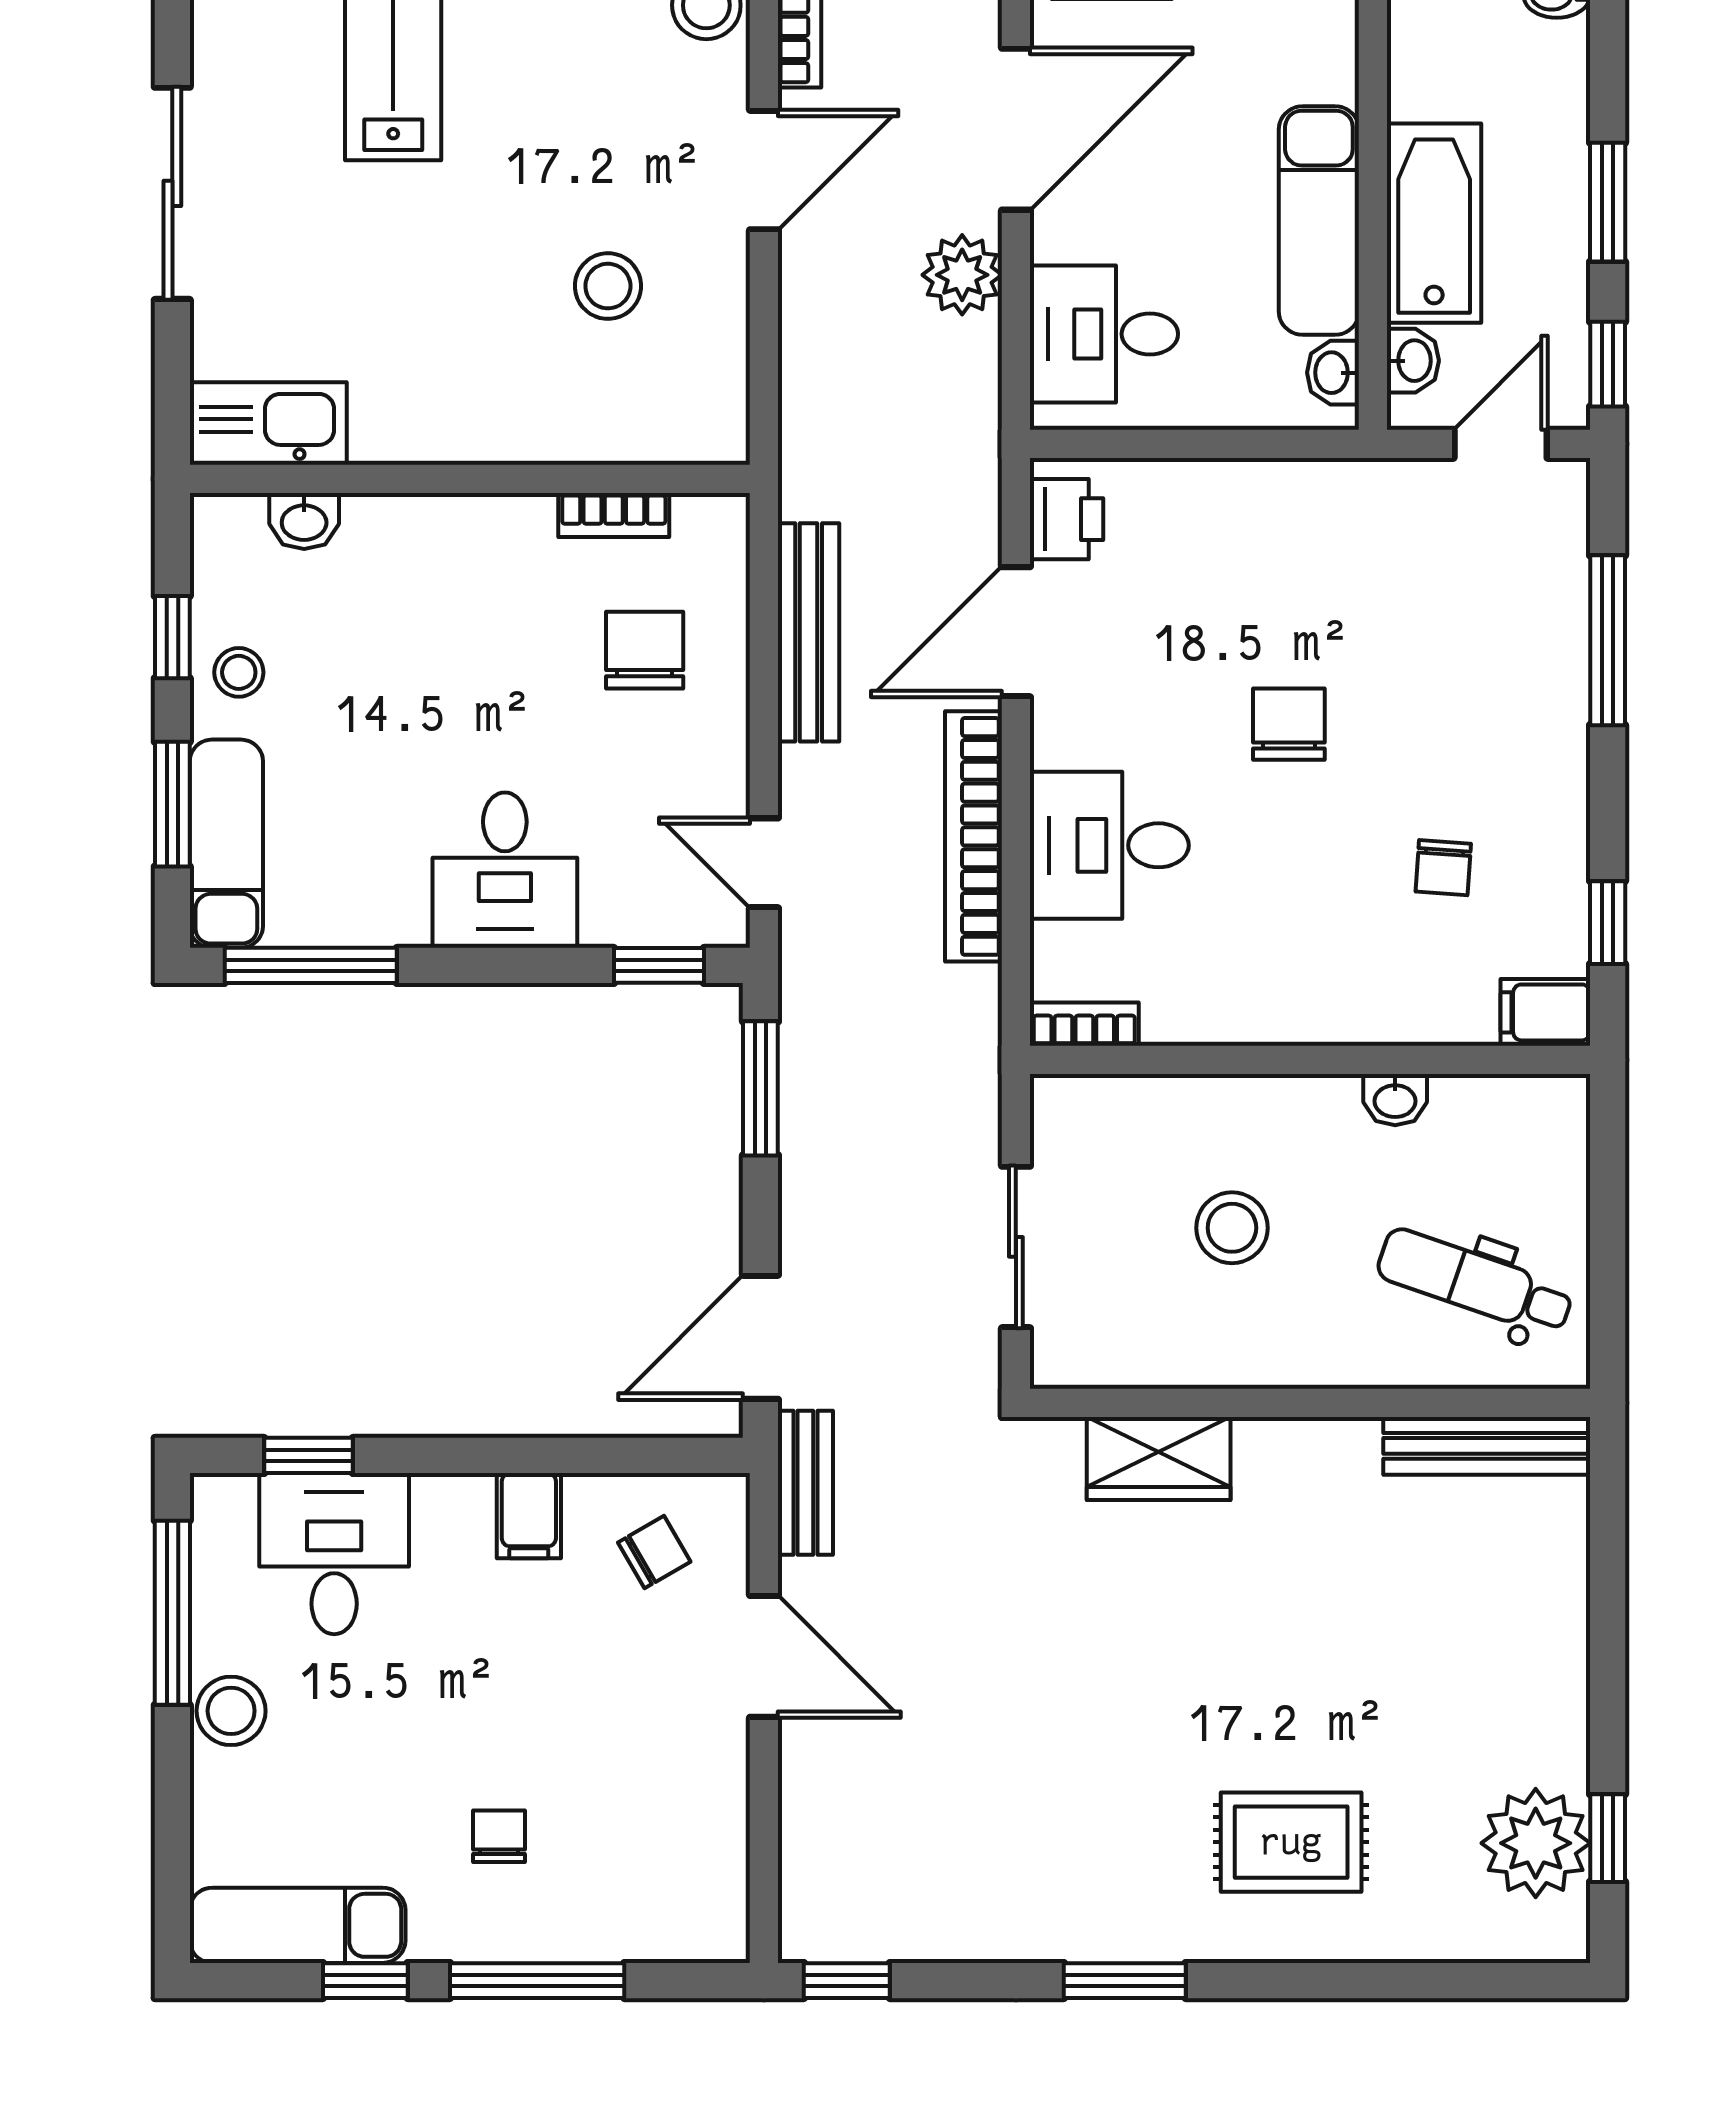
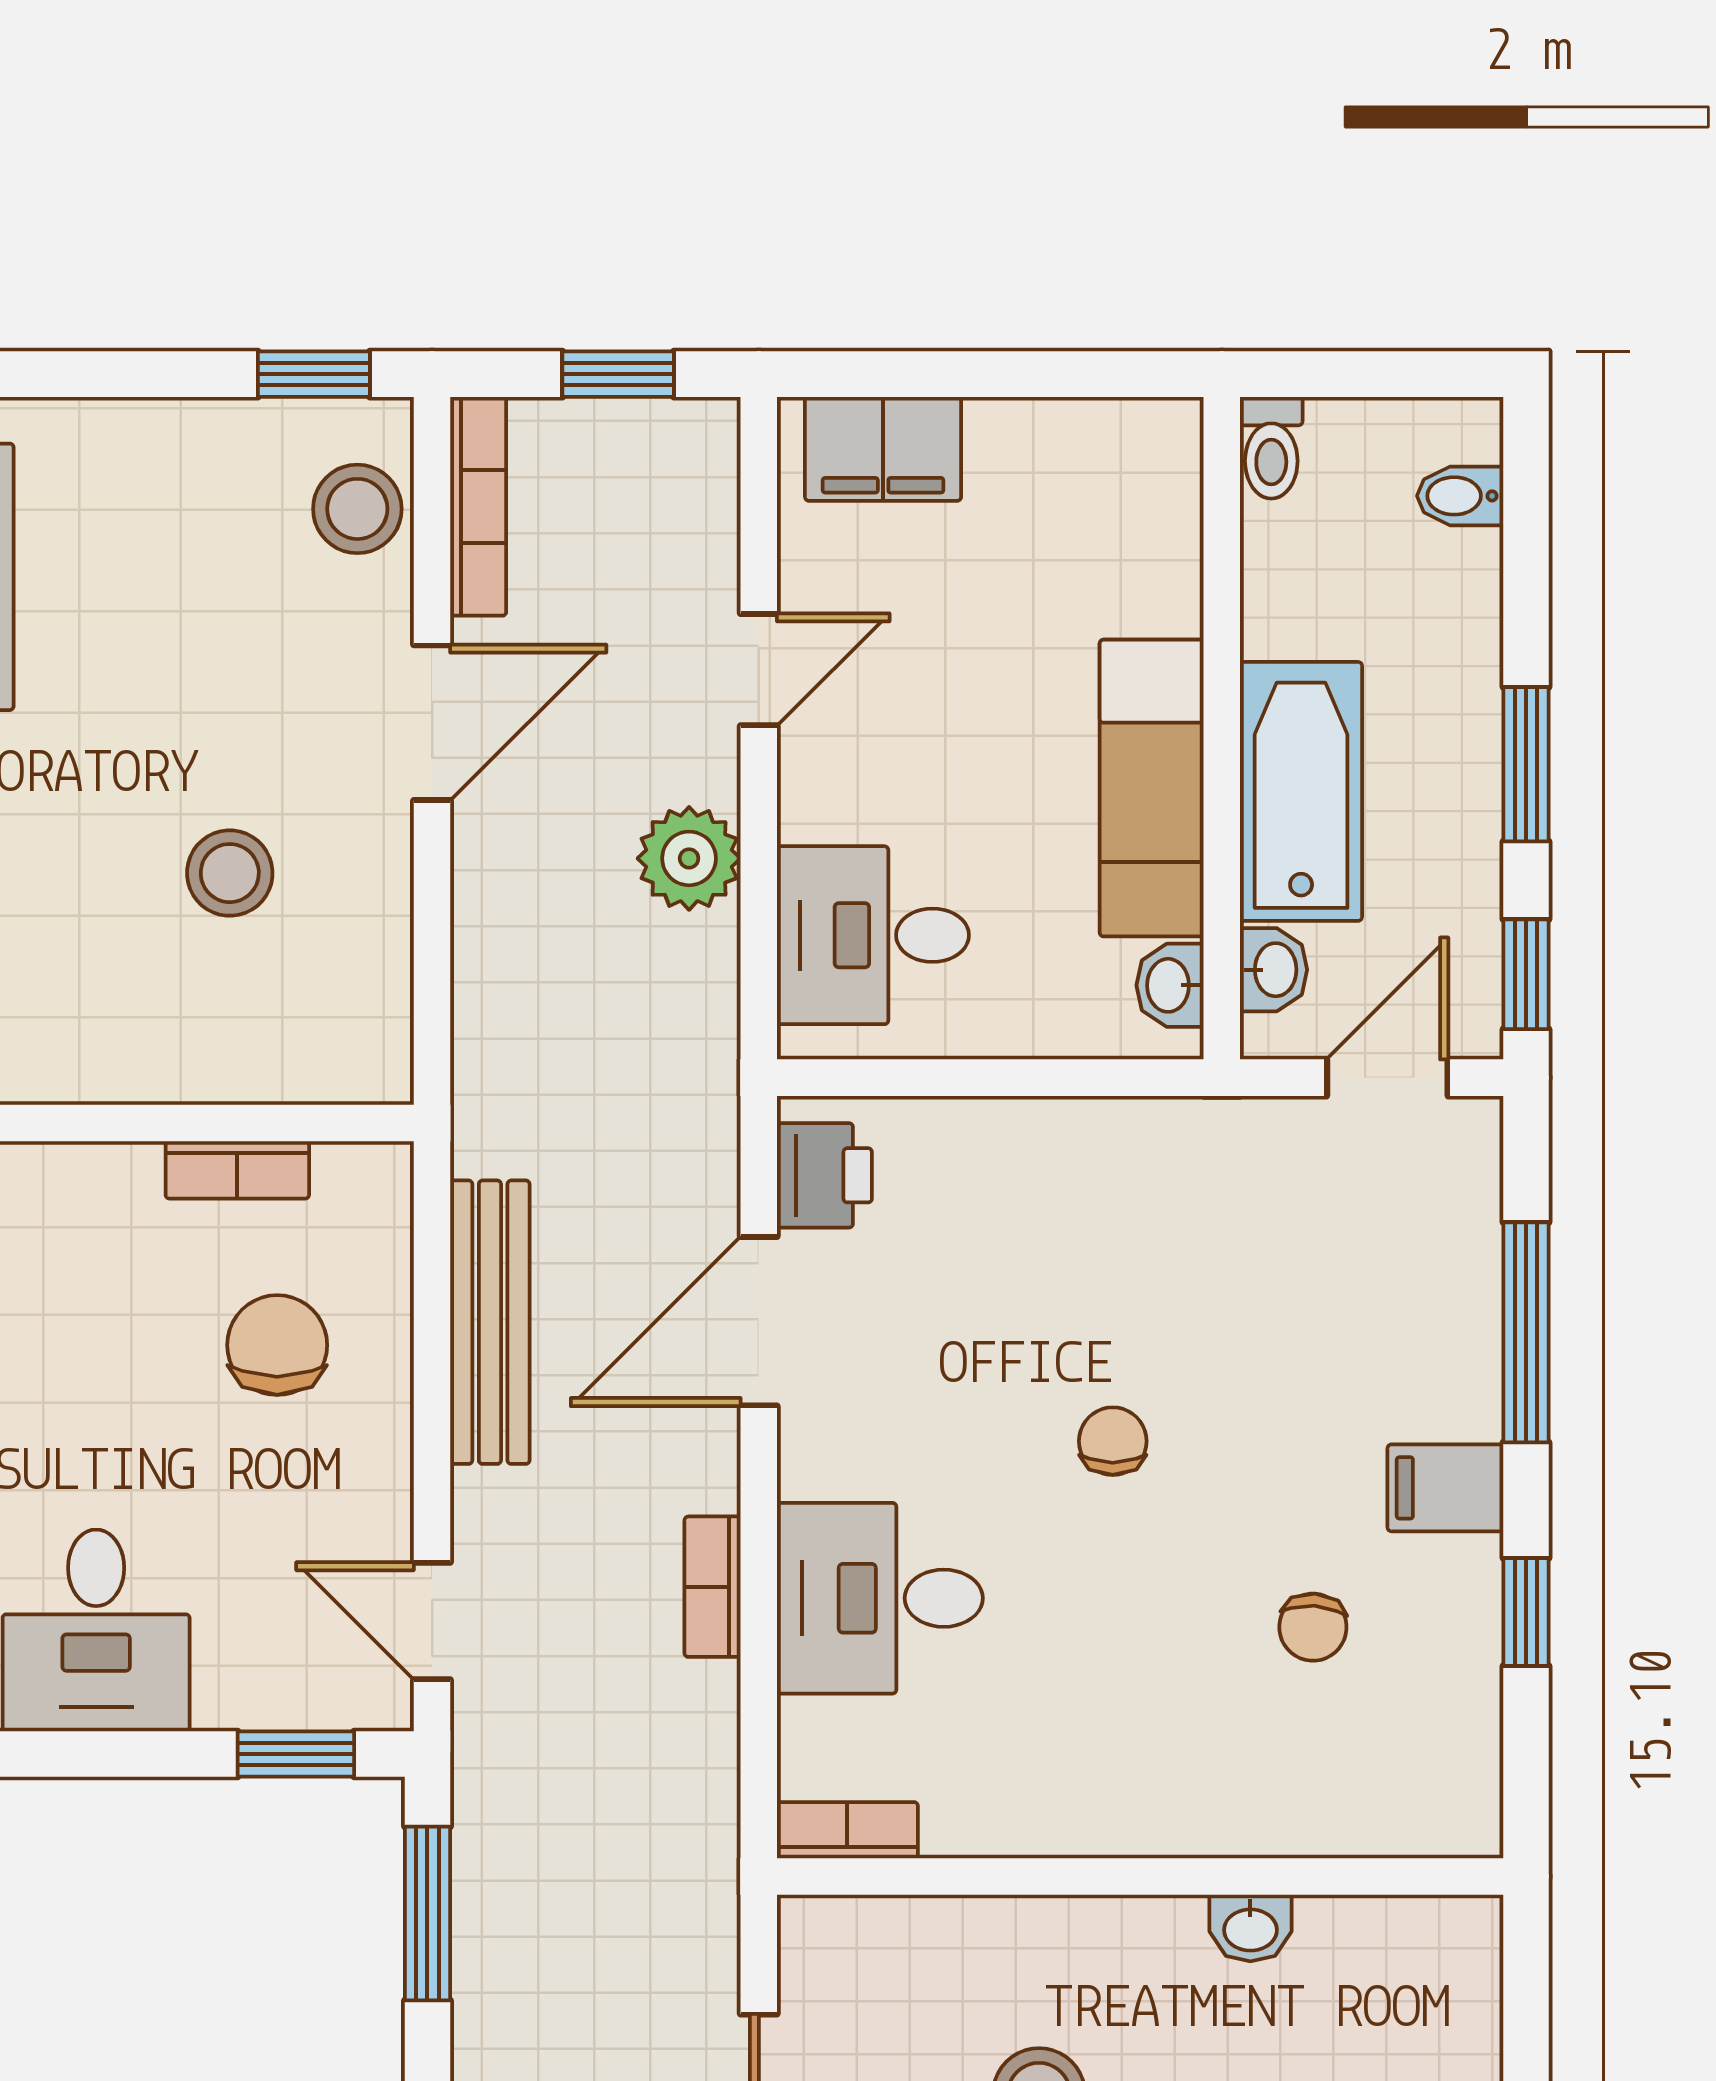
door: (1016, 129) -> (759, 670), width x0.53
chair: (1289, 724) -> (1113, 1441), width x0.73, depth x0.73
bookcase: (974, 836) -> (713, 1587), width x0.43, depth x0.76
window: (1608, 923) -> (1526, 1612), moved
filing cabinet: (1545, 1012) -> (1445, 1488), moved

